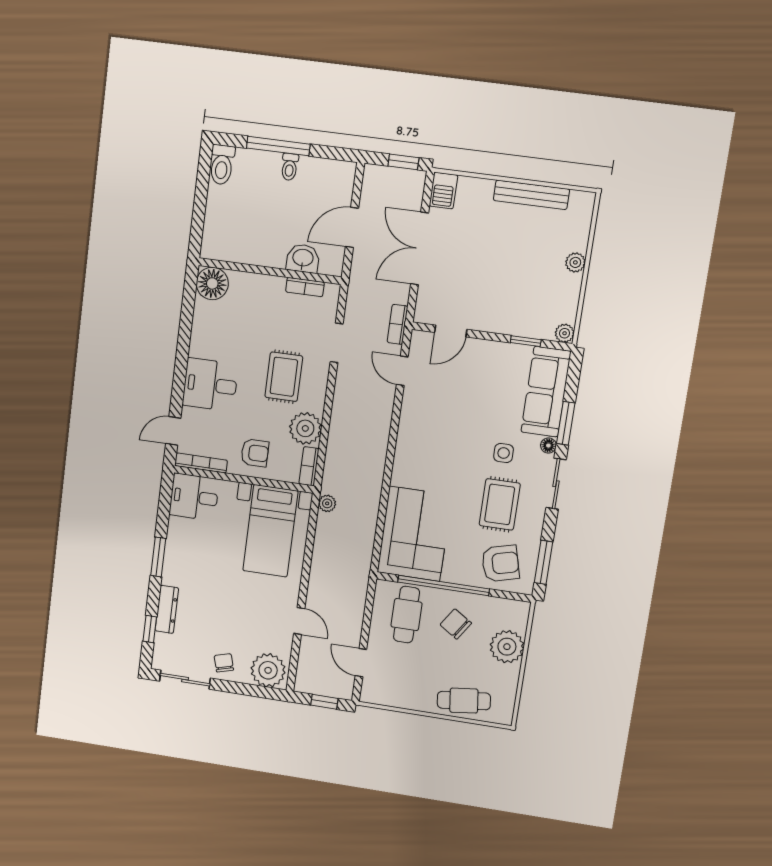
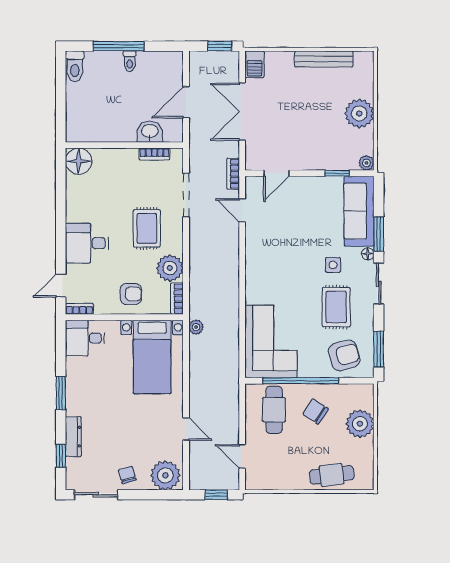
plant: (575, 262) -> (359, 113), width x1.87, depth x1.87
doorway: (337, 343) -> (186, 195), width x1.38
bookcase: (201, 463) -> (79, 309), width x0.64

